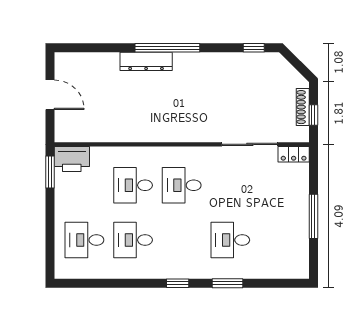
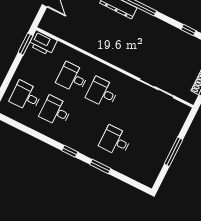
locker: (294, 154) -> (180, 108), removed

